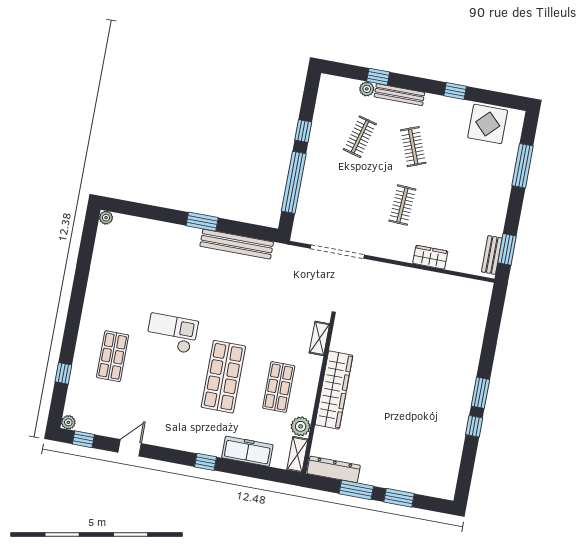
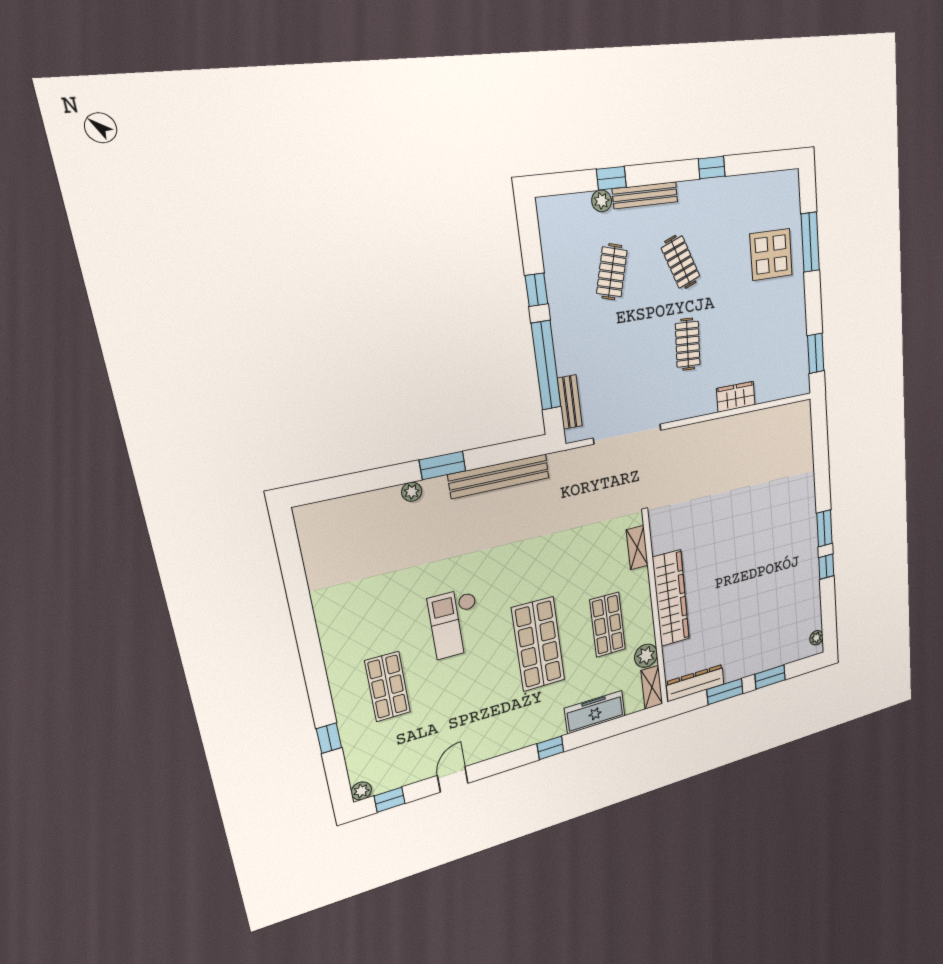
display table: (488, 124) -> (771, 255), moved
plant: (106, 218) -> (412, 492), moved
bench: (492, 255) -> (570, 402), moved
checkout: (172, 333) -> (455, 623), turned -90
plant: (450, 484) -> (816, 638), added

